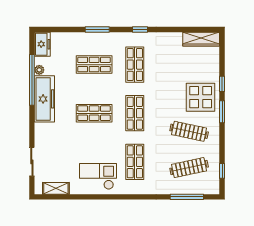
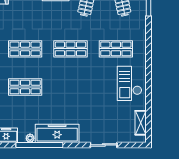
shop shelf: (94, 65) -> (25, 87), turned 90
shop shelf: (94, 113) -> (70, 87), removed
sliding door: (32, 162) -> (104, 145), moved

